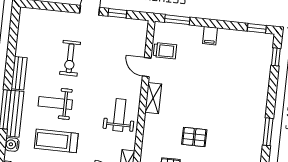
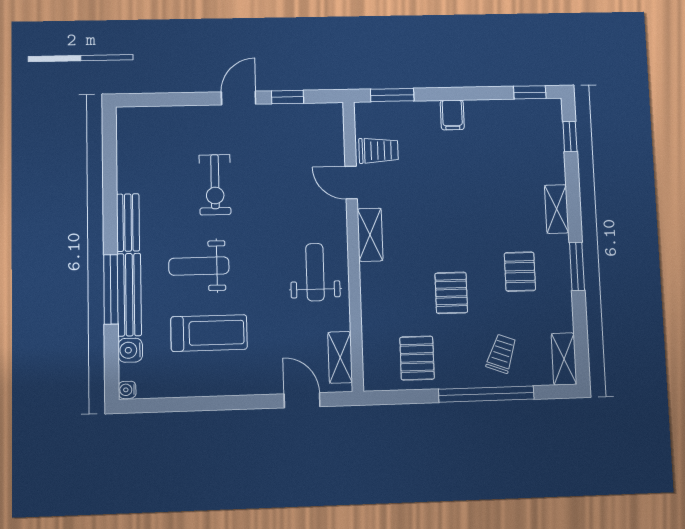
shelving: (262, 98) -> (557, 209), added
pallet: (235, 130) -> (520, 272), added
pallet: (194, 137) -> (451, 293), turned 90
treadmill: (56, 141) -> (209, 333), turned 180

